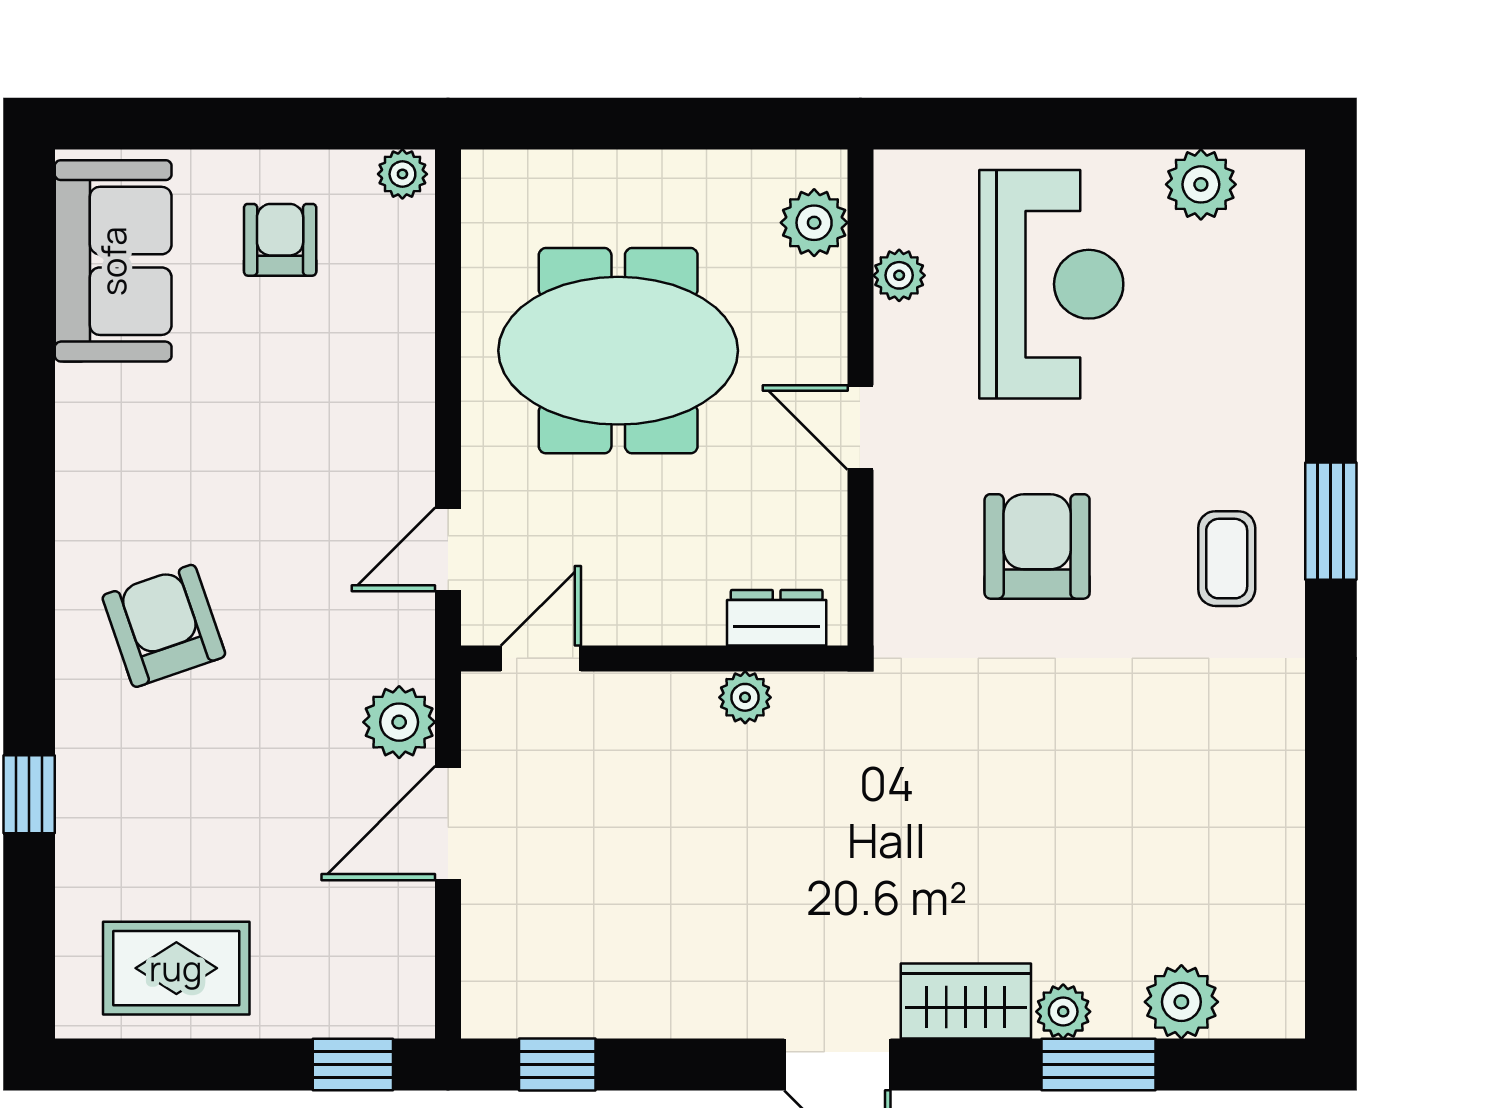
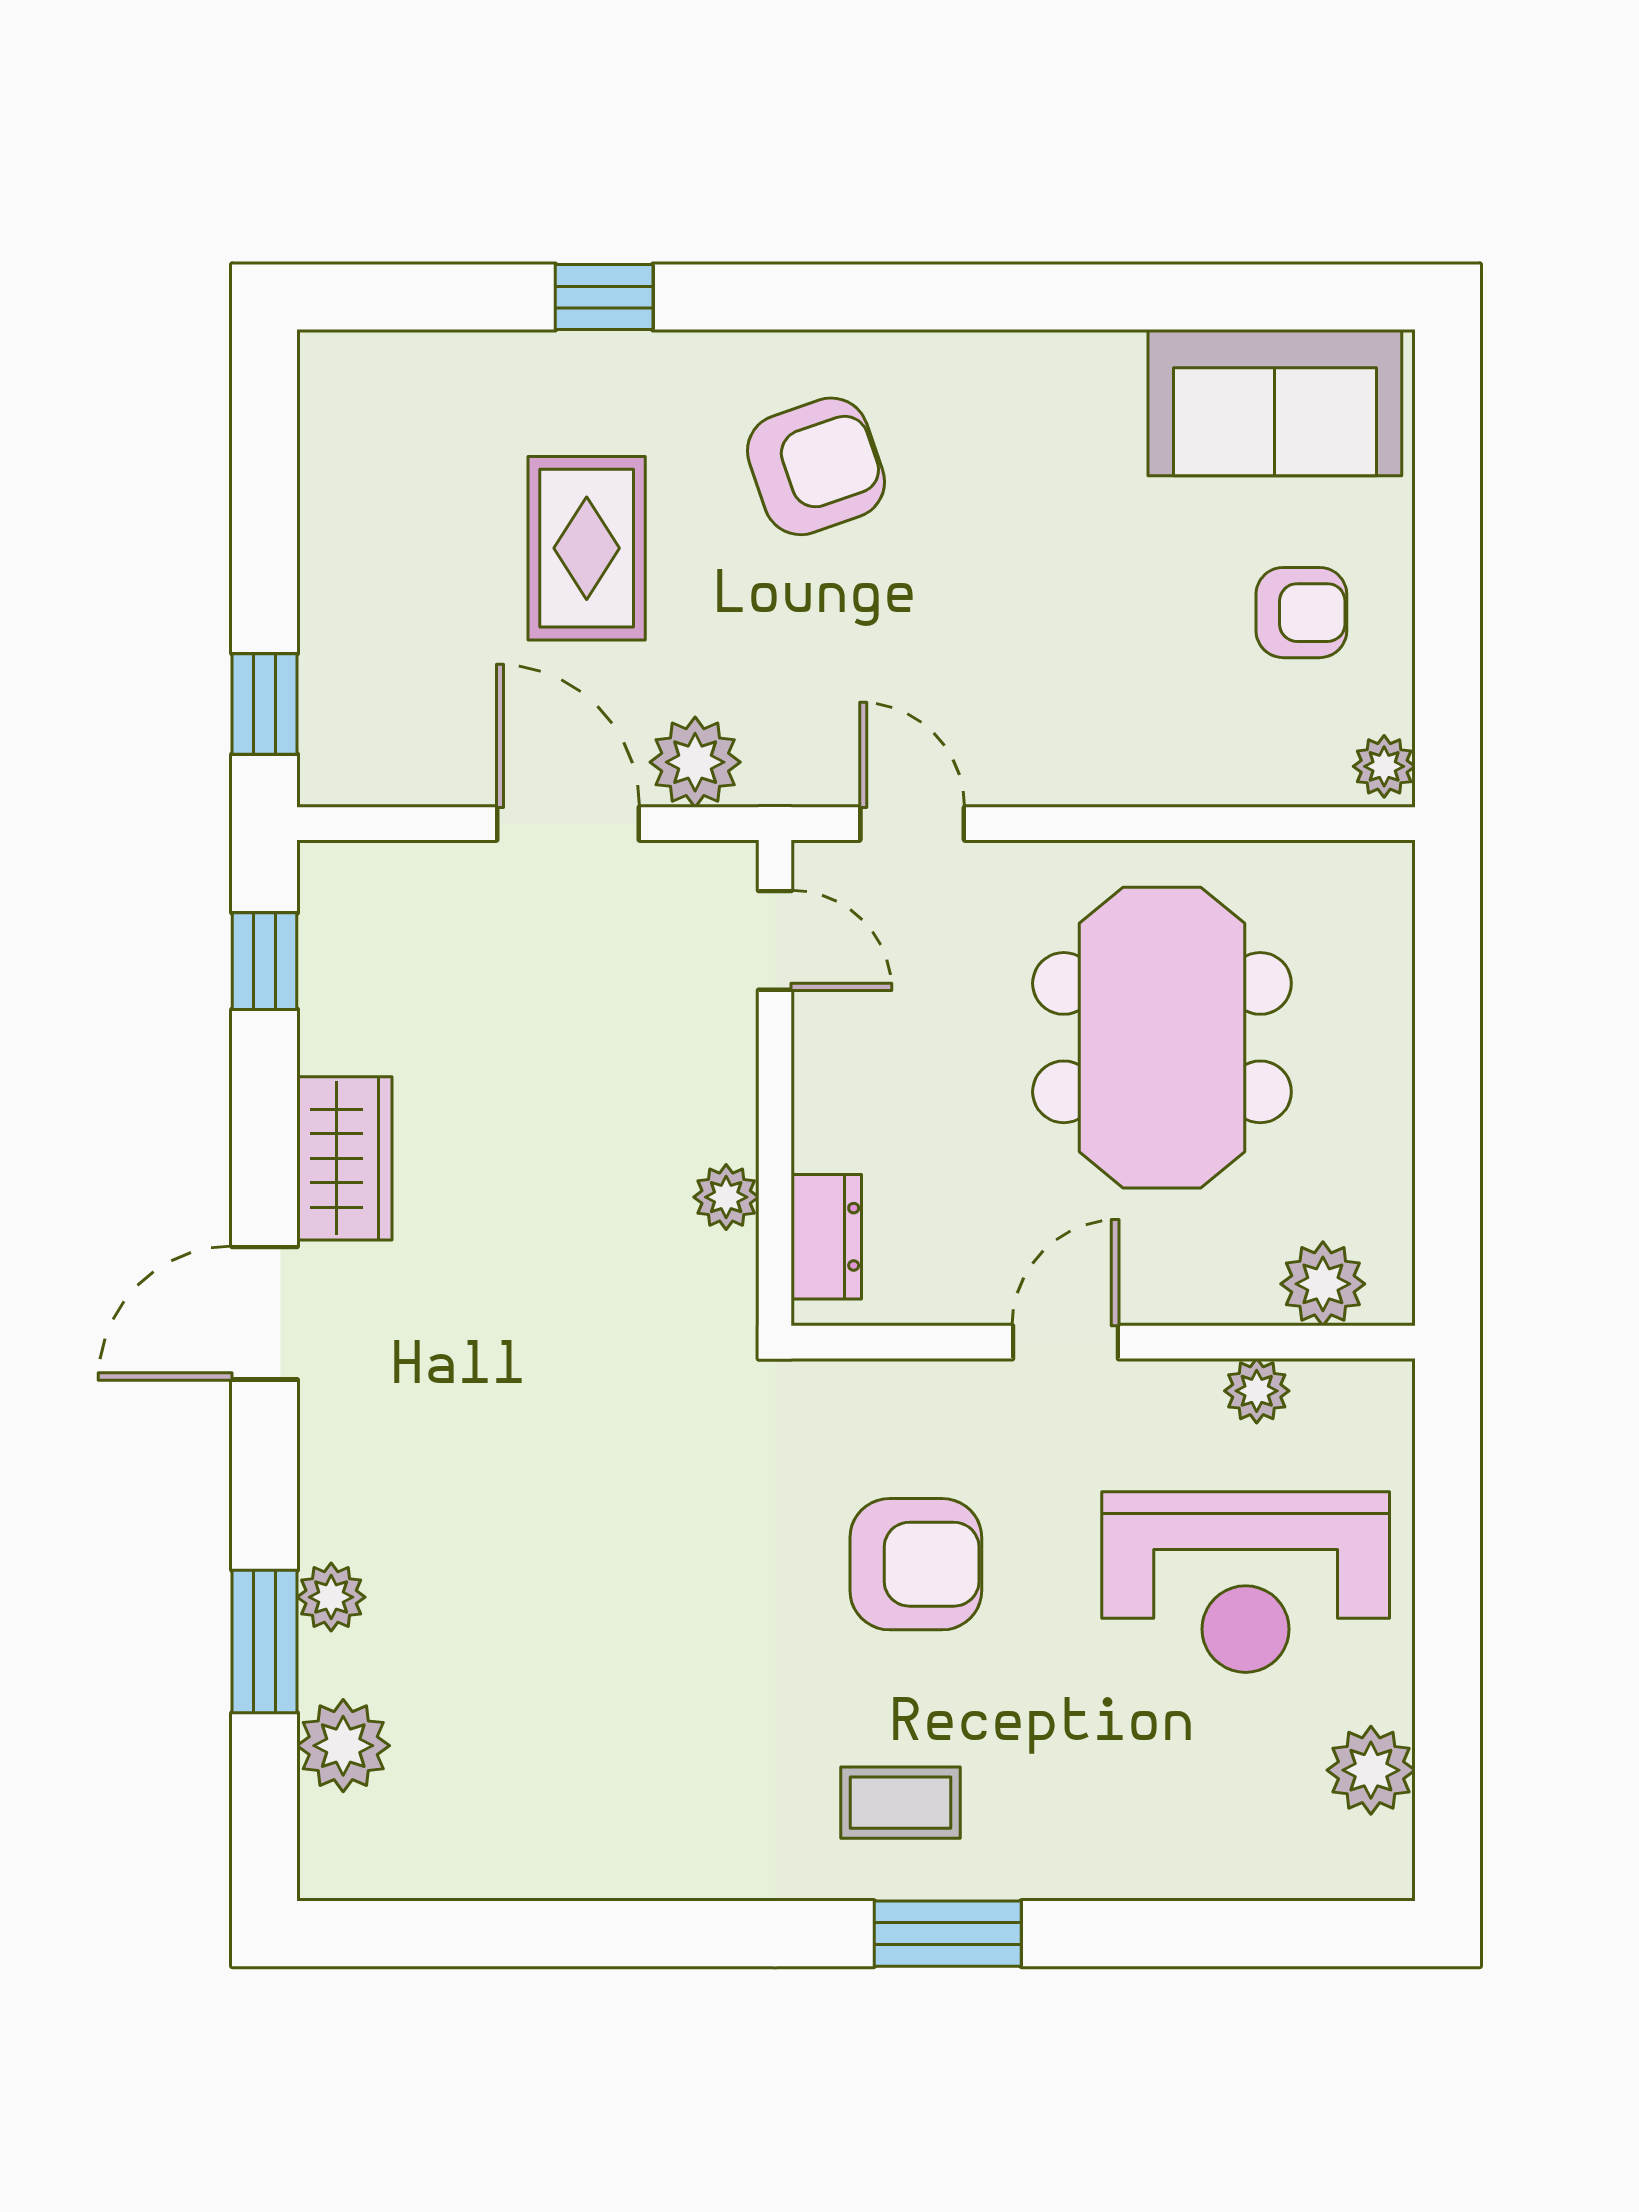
rug: (176, 968) -> (587, 548), moved
wardrobe: (966, 1001) -> (344, 1158), moved

